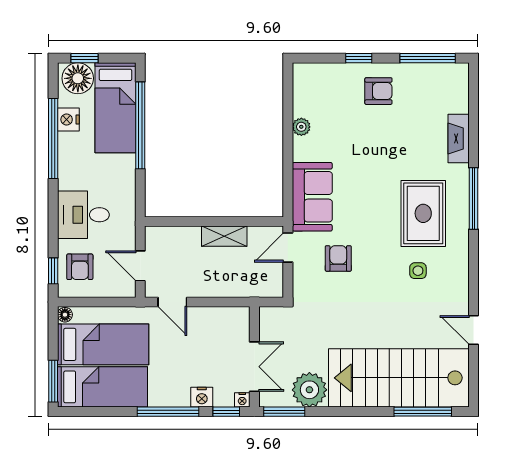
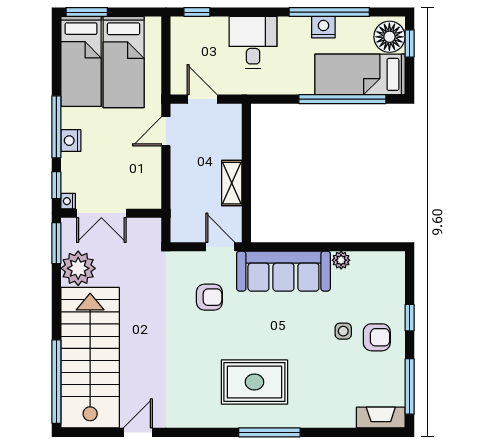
armchair: (378, 91) -> (377, 337), turned -90
nightstand: (68, 120) -> (323, 27), moved
fireplace: (459, 139) -> (381, 417), moved
sofa: (312, 197) -> (283, 271), width x1.36
door: (140, 266) -> (202, 99), hinge flipped
armchair: (80, 267) -> (201, 39), removed
side table: (418, 271) -> (343, 331), moved
floor lamp: (65, 315) -> (153, 24), removed
nightstand: (202, 397) -> (71, 141), moved
window: (423, 412) -> (56, 382), width x1.46

